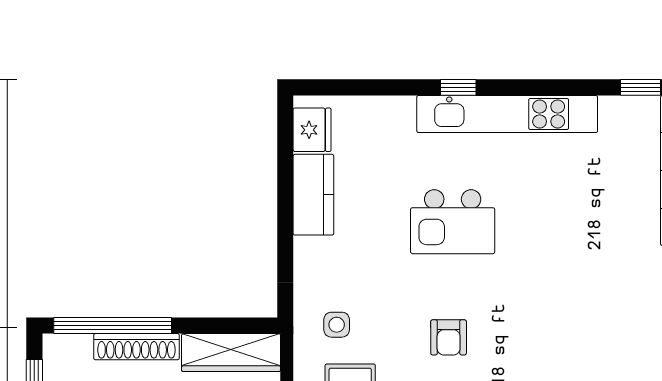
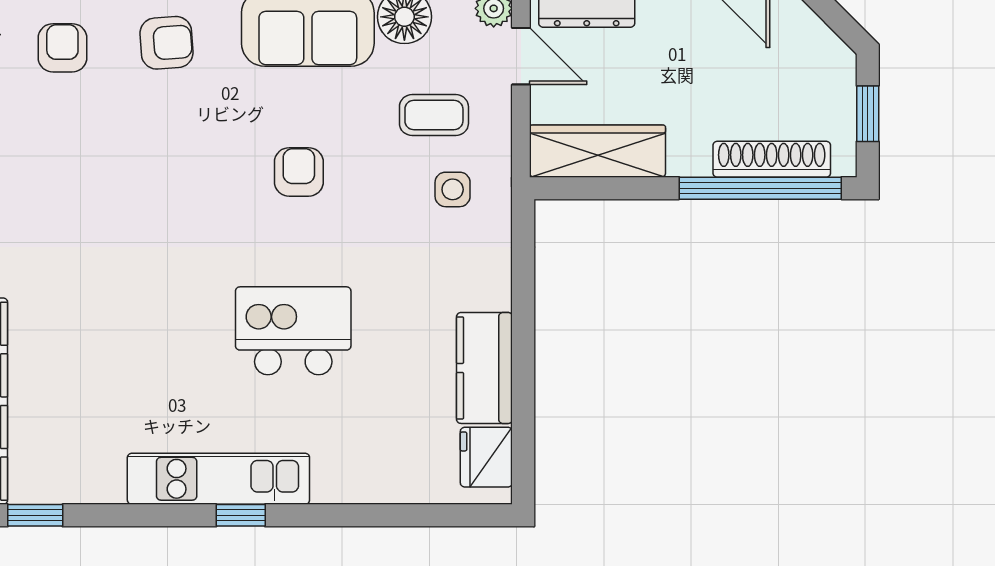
window: (458, 87) -> (241, 515), moved
kitchen unit: (507, 114) -> (218, 479), width x0.73
shoe rack: (136, 347) -> (772, 159), moved

